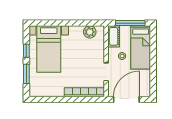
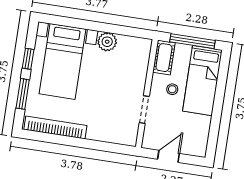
plant: (90, 32) -> (107, 42), moved
bookcase: (84, 92) -> (55, 127), moved
door: (126, 99) -> (169, 156), width x0.53

